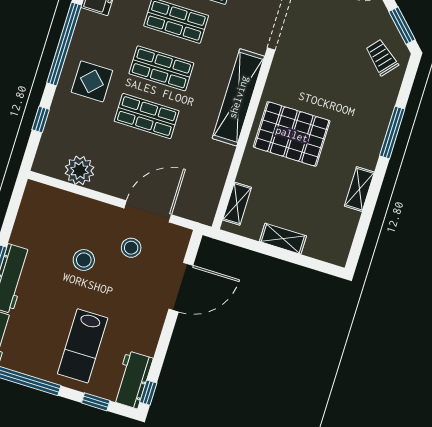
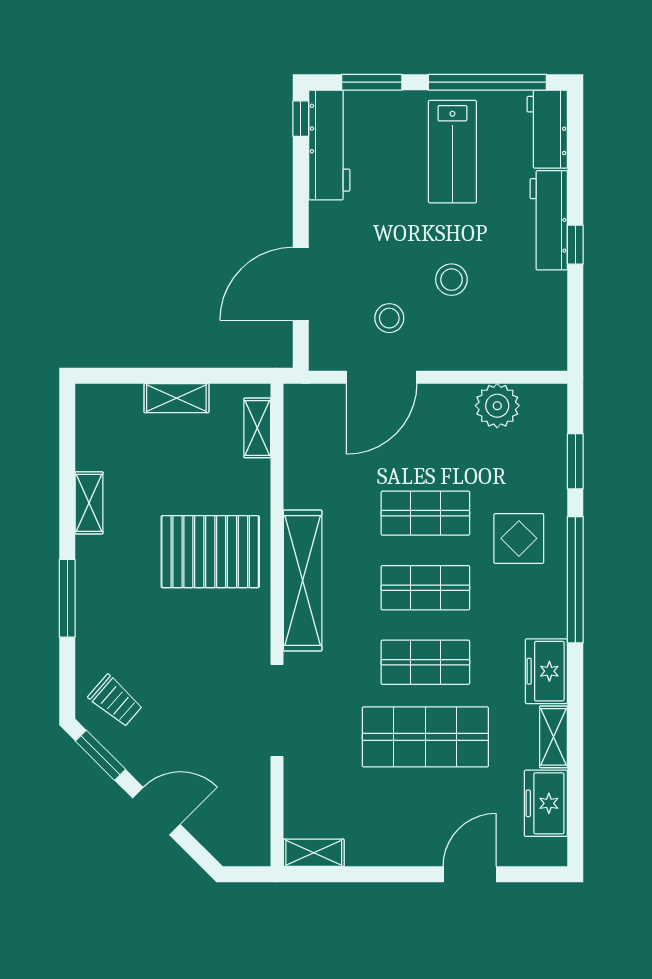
window: (41, 120) -> (575, 461), width x1.50
lab bench: (83, 346) -> (452, 152), moved, turned 180
workbench: (132, 380) -> (329, 145), width x1.38
window: (96, 402) -> (372, 82), width x1.50

